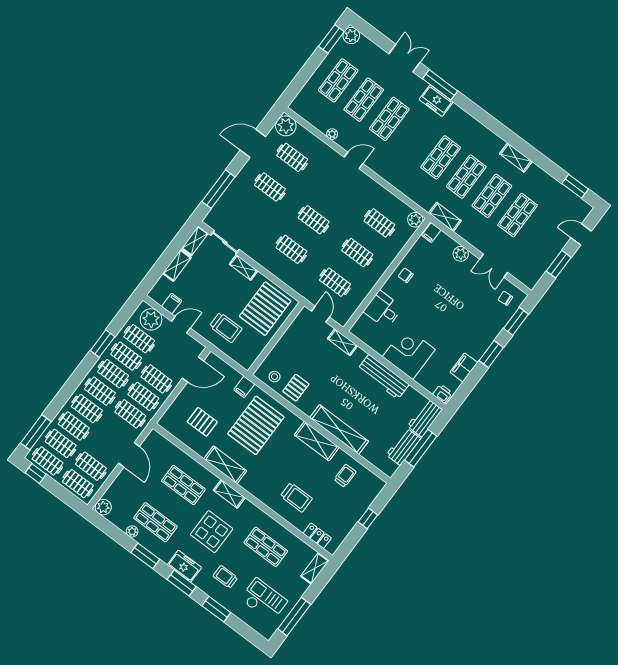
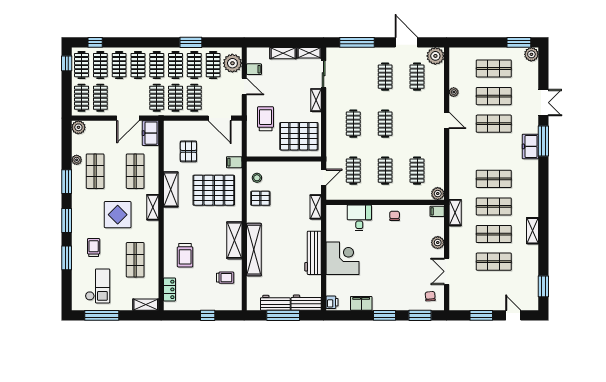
trolley: (226, 327) -> (266, 119), turned 180
window: (36, 432) -> (95, 42), width x0.46
freezer: (184, 566) -> (150, 133), moved, turned 180

